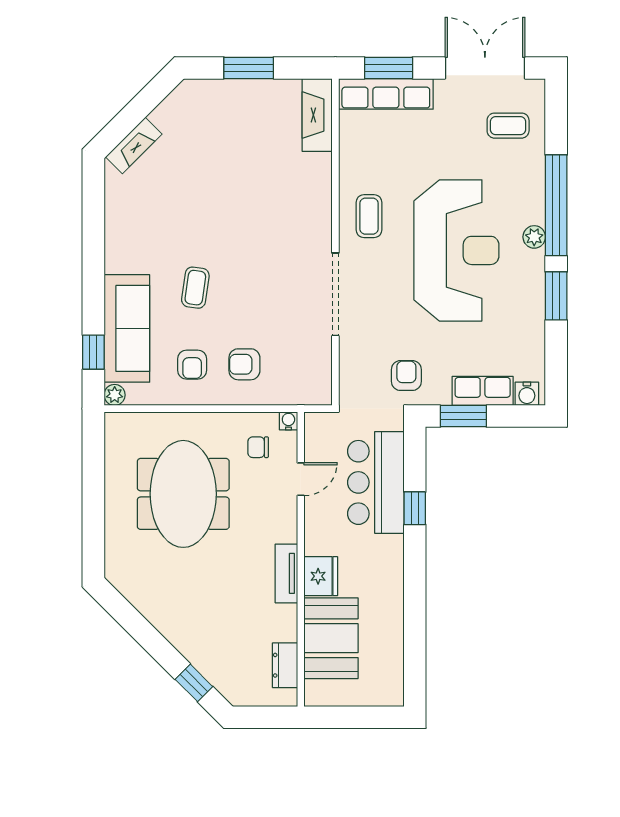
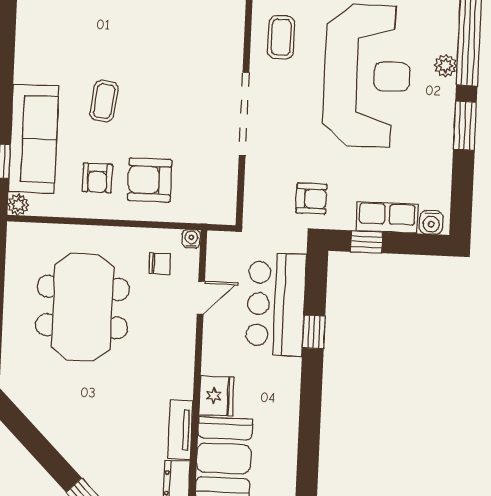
armchair: (244, 364) -> (150, 180), width x1.38, depth x1.38
armchair: (406, 376) -> (311, 199), turned 90
window: (463, 416) -> (367, 242), width x0.67
chair: (258, 447) -> (160, 264), turned 180
tv unit: (286, 573) -> (180, 429), moved

